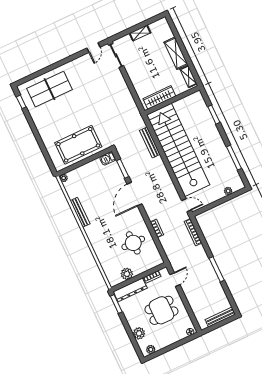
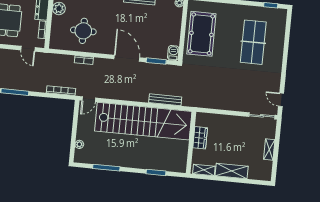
table tennis table: (49, 89) -> (253, 42), moved
wardrobe: (159, 97) -> (200, 138), width x0.67

